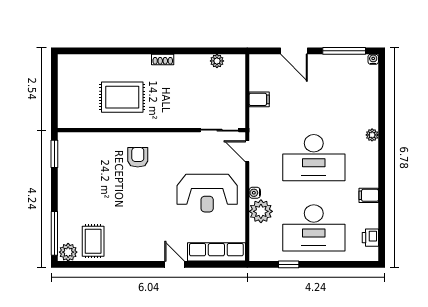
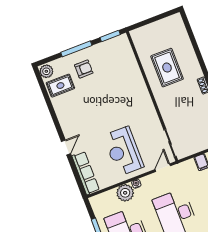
armchair: (138, 157) -> (84, 69), moved
window: (54, 233) -> (76, 49), moved

